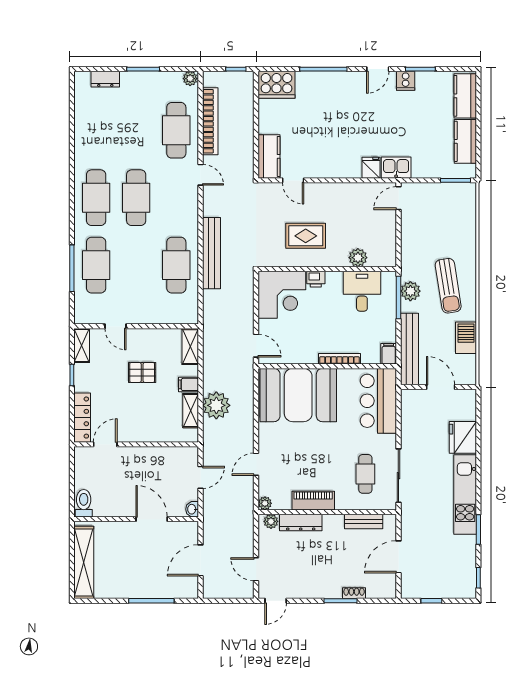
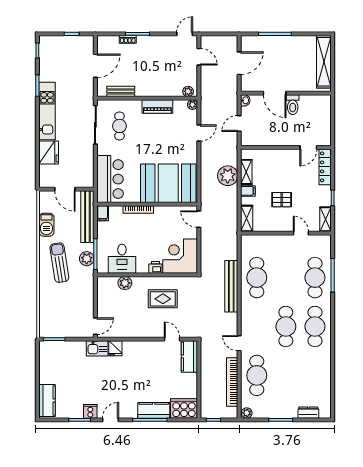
kitchen counter: (465, 141) -> (154, 410), moved, turned -90
toilet: (84, 503) -> (293, 105), moved
dresser: (301, 522) -> (166, 91), removed

